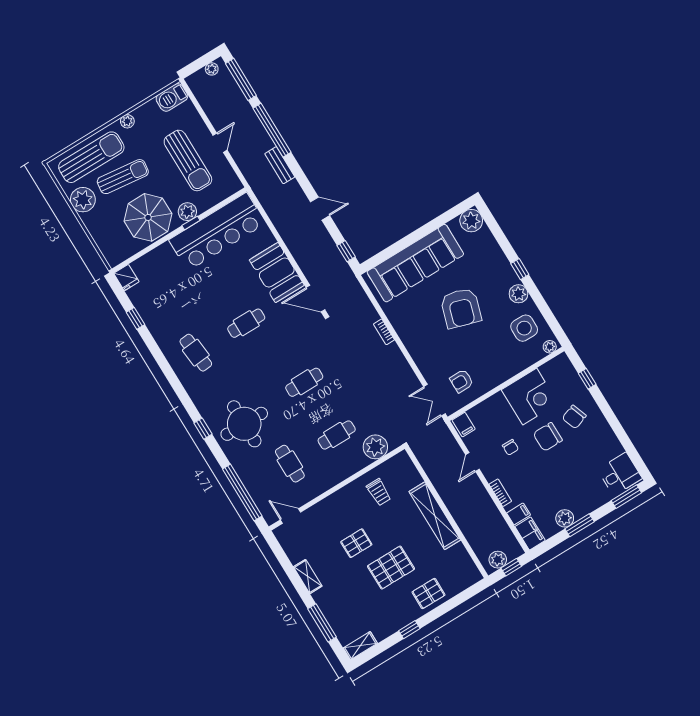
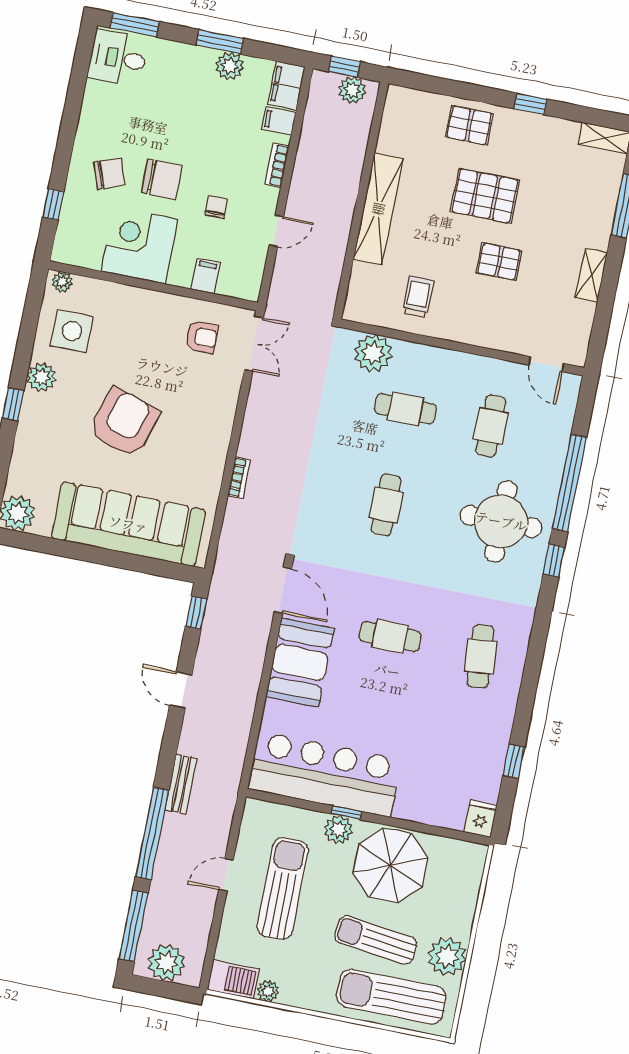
plant: (212, 69) -> (166, 963), width x1.88, depth x1.88
plant: (127, 121) -> (268, 991), moved
cafe table: (304, 382) -> (386, 505), turned 90
filing cabinet: (464, 425) -> (206, 276), moved
window: (242, 493) -> (569, 483), moved

